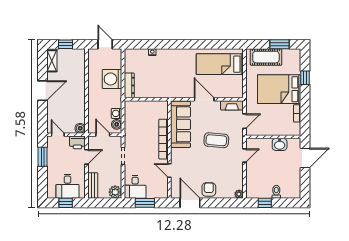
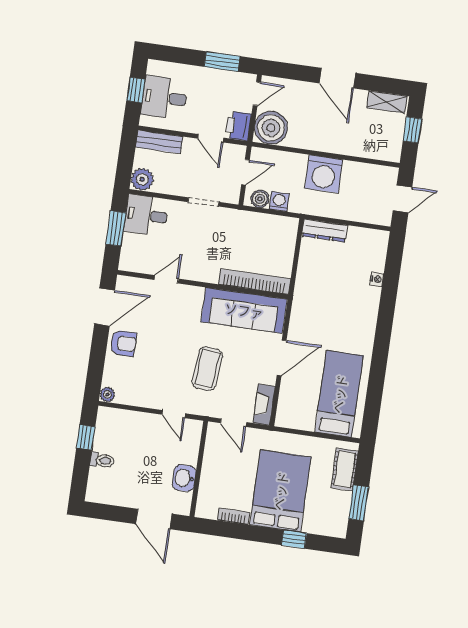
cot: (266, 57) -> (345, 469), width x0.73, depth x0.75
washing machine: (112, 79) -> (324, 174), moved, turned 180
boiler: (80, 128) -> (271, 128), width x1.86, depth x1.86
bookcase: (163, 139) -> (255, 282), moved

